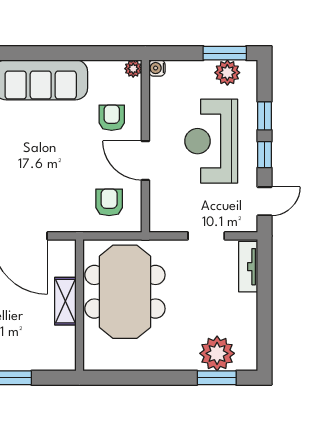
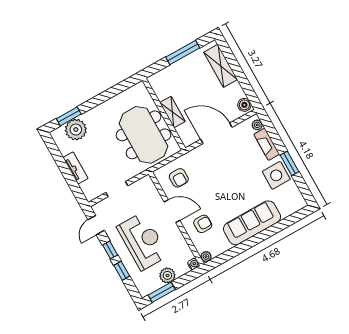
plant: (227, 73) -> (167, 275), moved
armchair: (112, 118) -> (203, 224), turned -90
tv unit: (248, 267) -> (76, 168), moved

